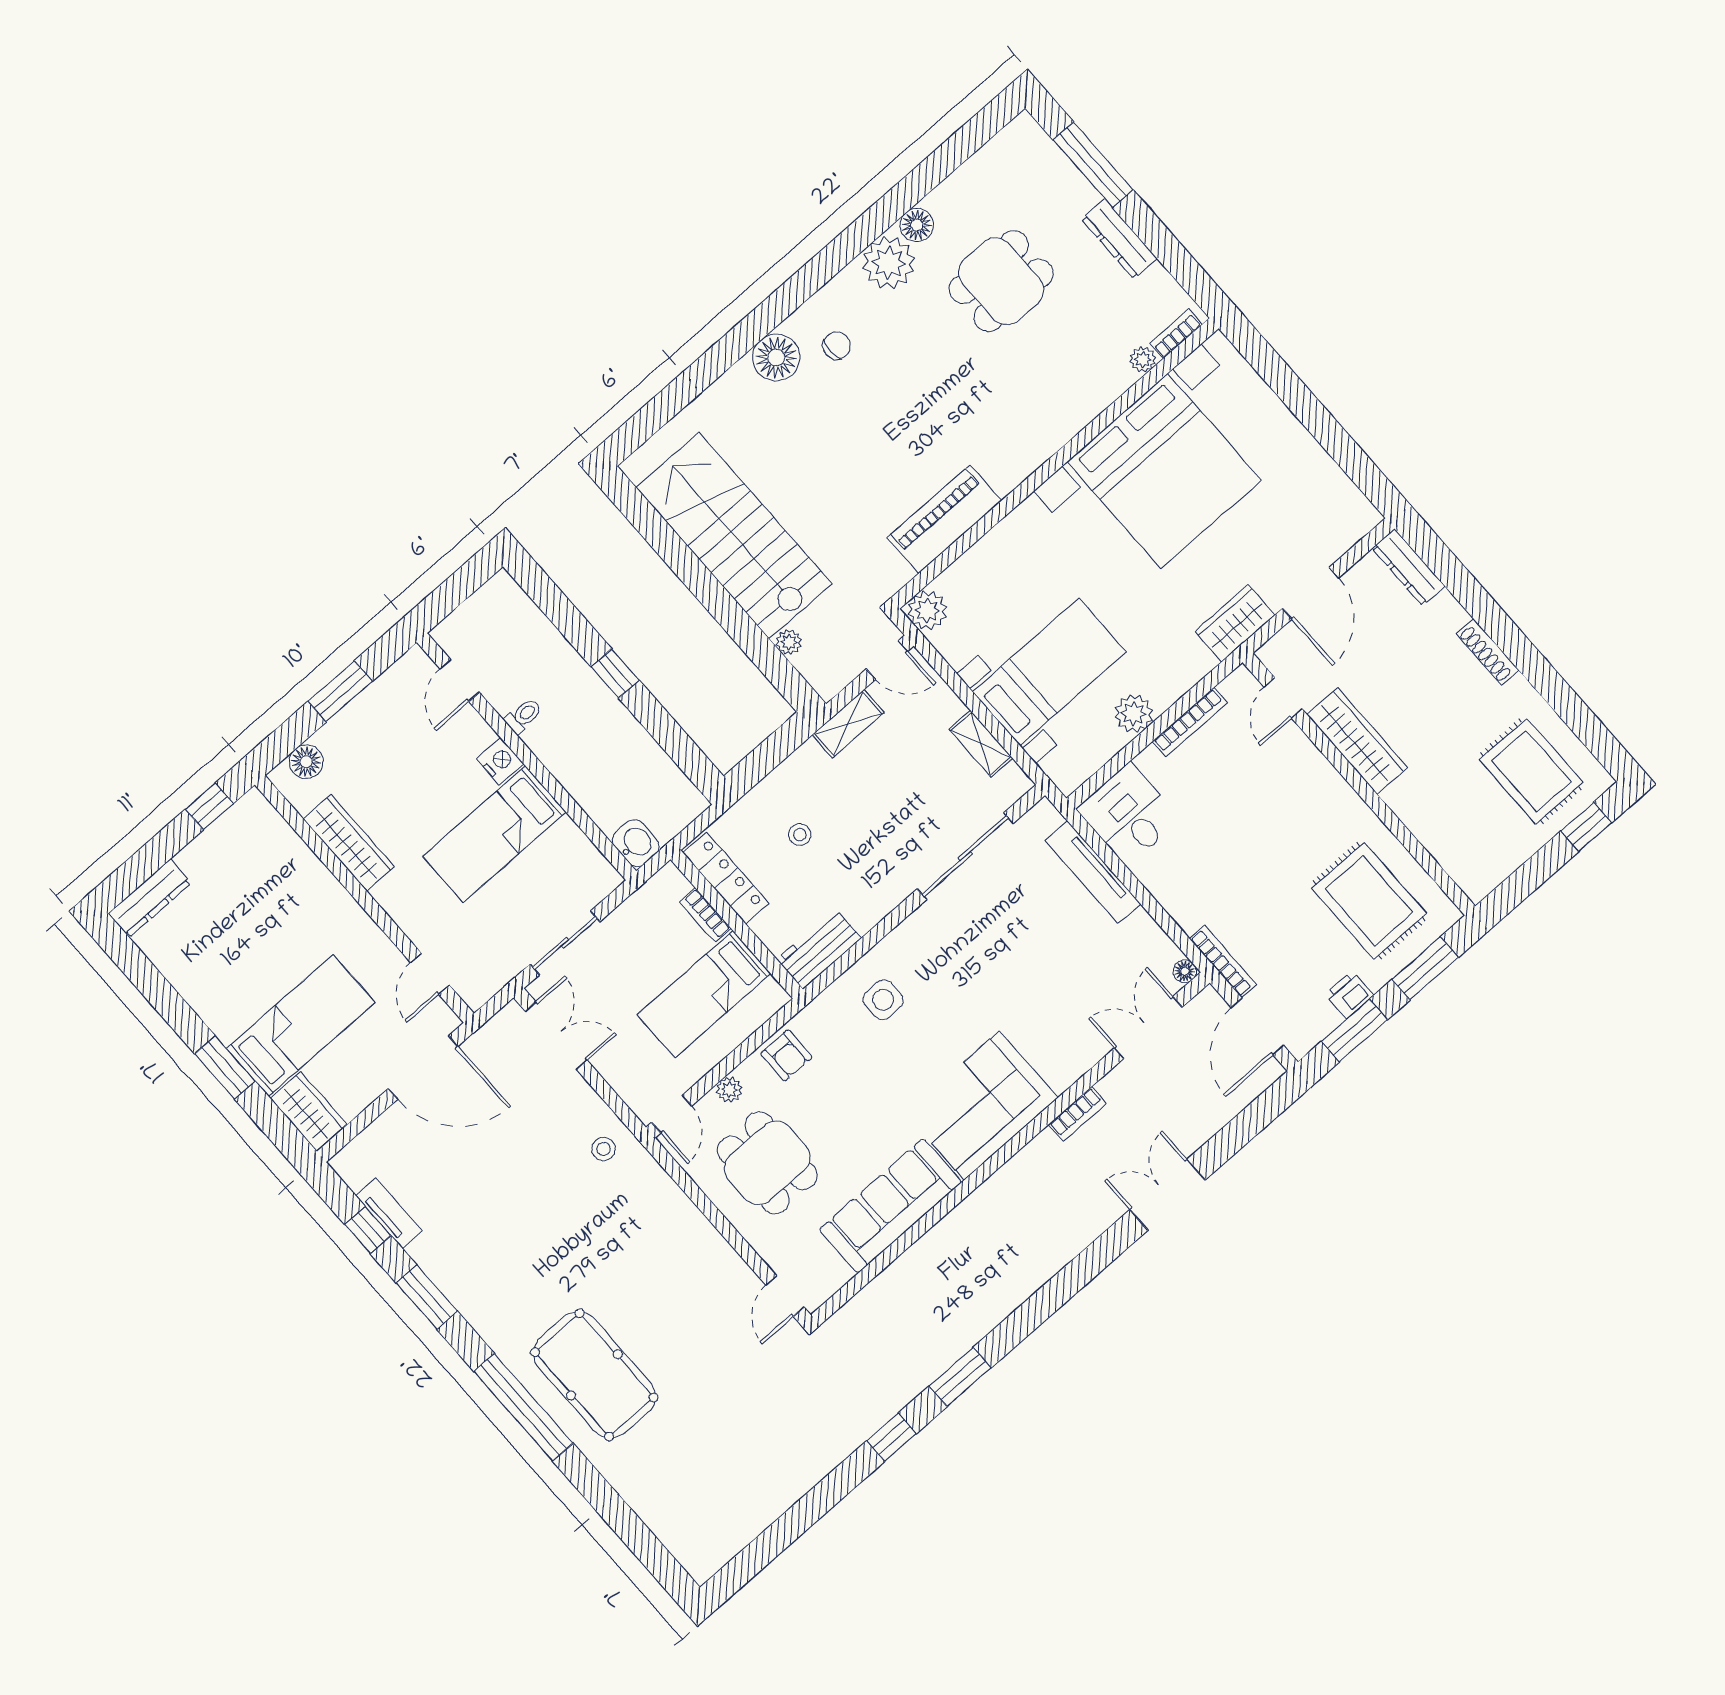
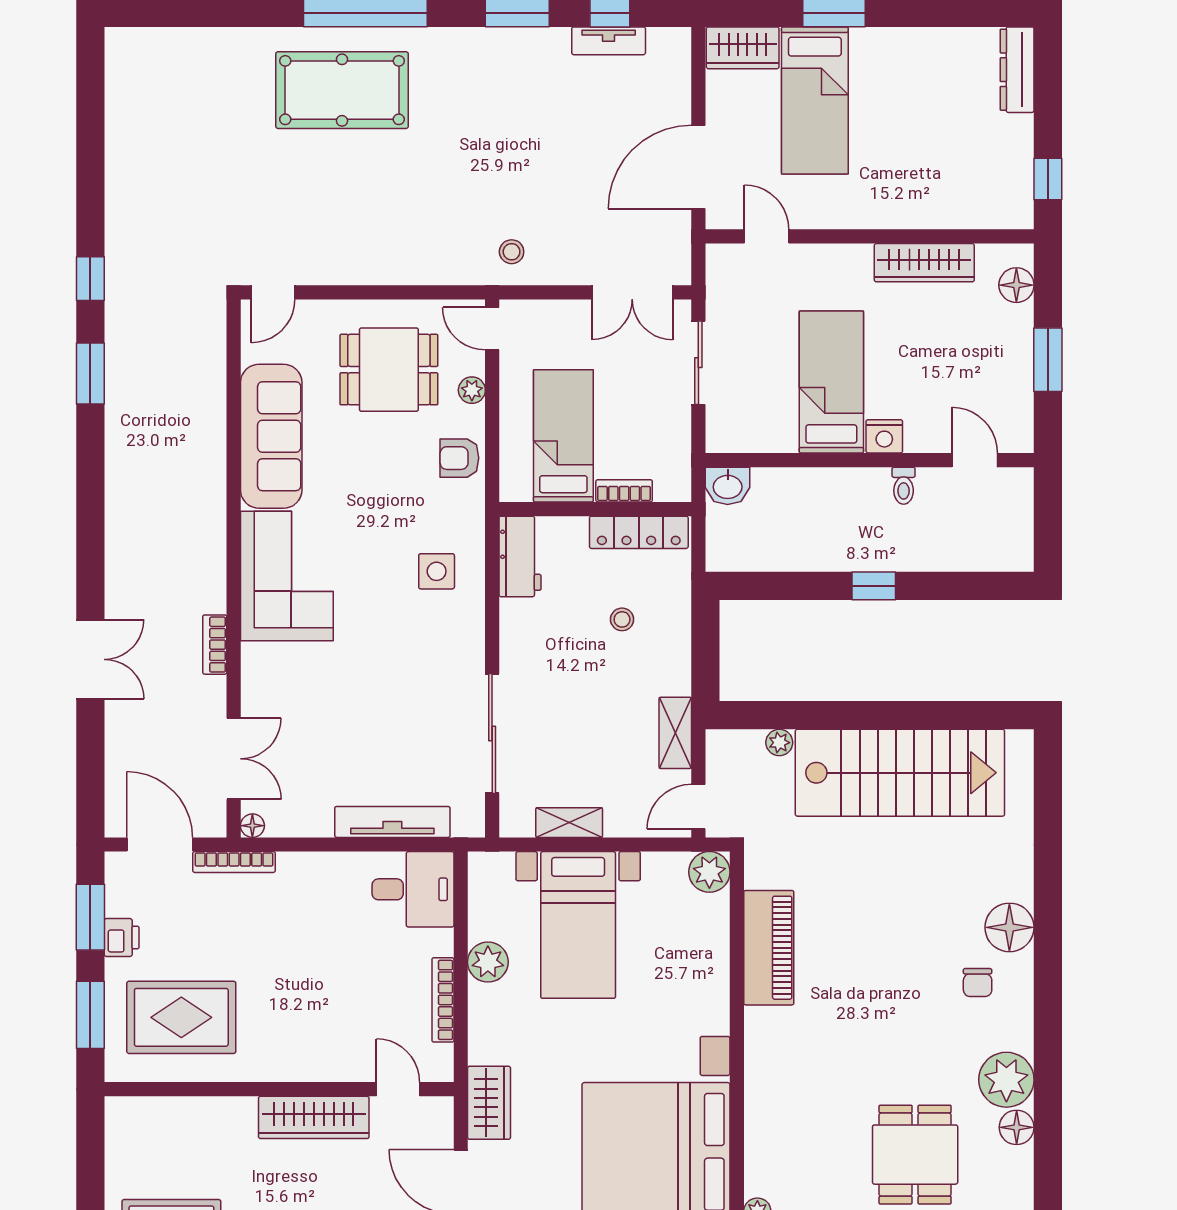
door: (785, 1296) -> (273, 292), swing flipped

